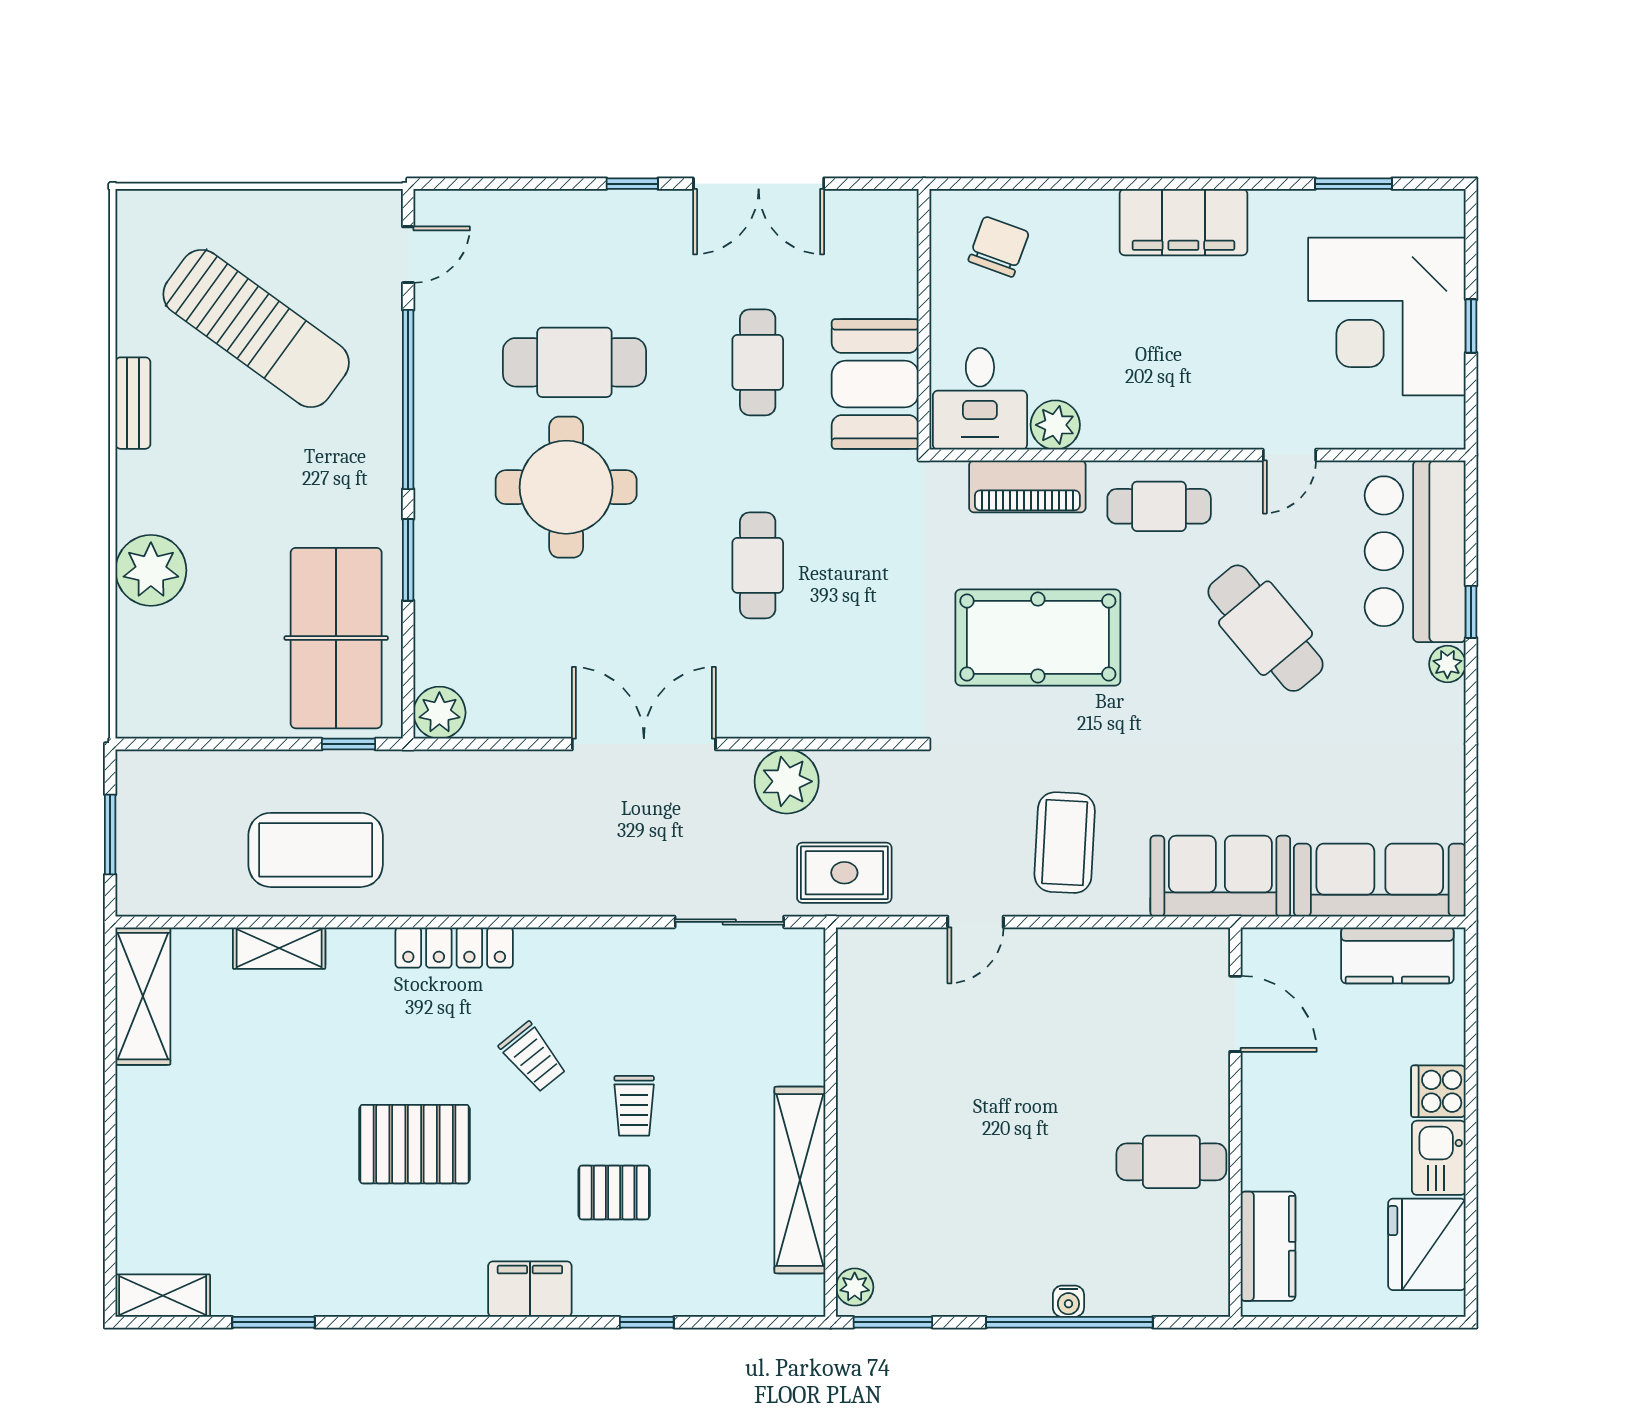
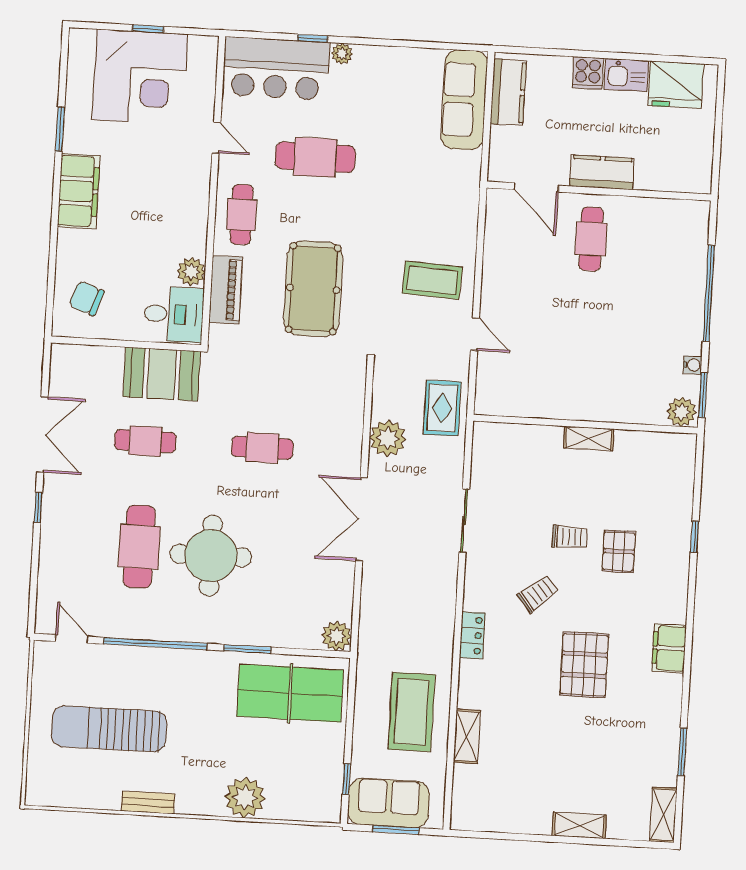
window: (1354, 184) -> (60, 129), moved
sun lounger: (256, 328) -> (109, 729), turned -126
cafe table: (1266, 628) -> (315, 157), turned 40
window: (349, 744) -> (346, 779), moved
sofa: (1220, 876) -> (389, 803), moved, turned 90
sliding door: (729, 922) -> (464, 521), moved
locker: (454, 947) -> (472, 635), width x0.66
shelving: (143, 996) -> (579, 825), moved, width x0.67, depth x0.75
door: (1235, 1014) -> (537, 187), swing flipped
cafe table: (1171, 1162) -> (591, 239), moved
shelving: (800, 1180) -> (589, 439), width x0.45, depth x0.75
kitchen counter: (1268, 1246) -> (602, 172), moved
plant: (855, 1287) -> (682, 412), width x1.38, depth x1.38
filing cabinet: (530, 1289) -> (669, 648), moved
water cooler: (1068, 1301) -> (692, 365), moved

